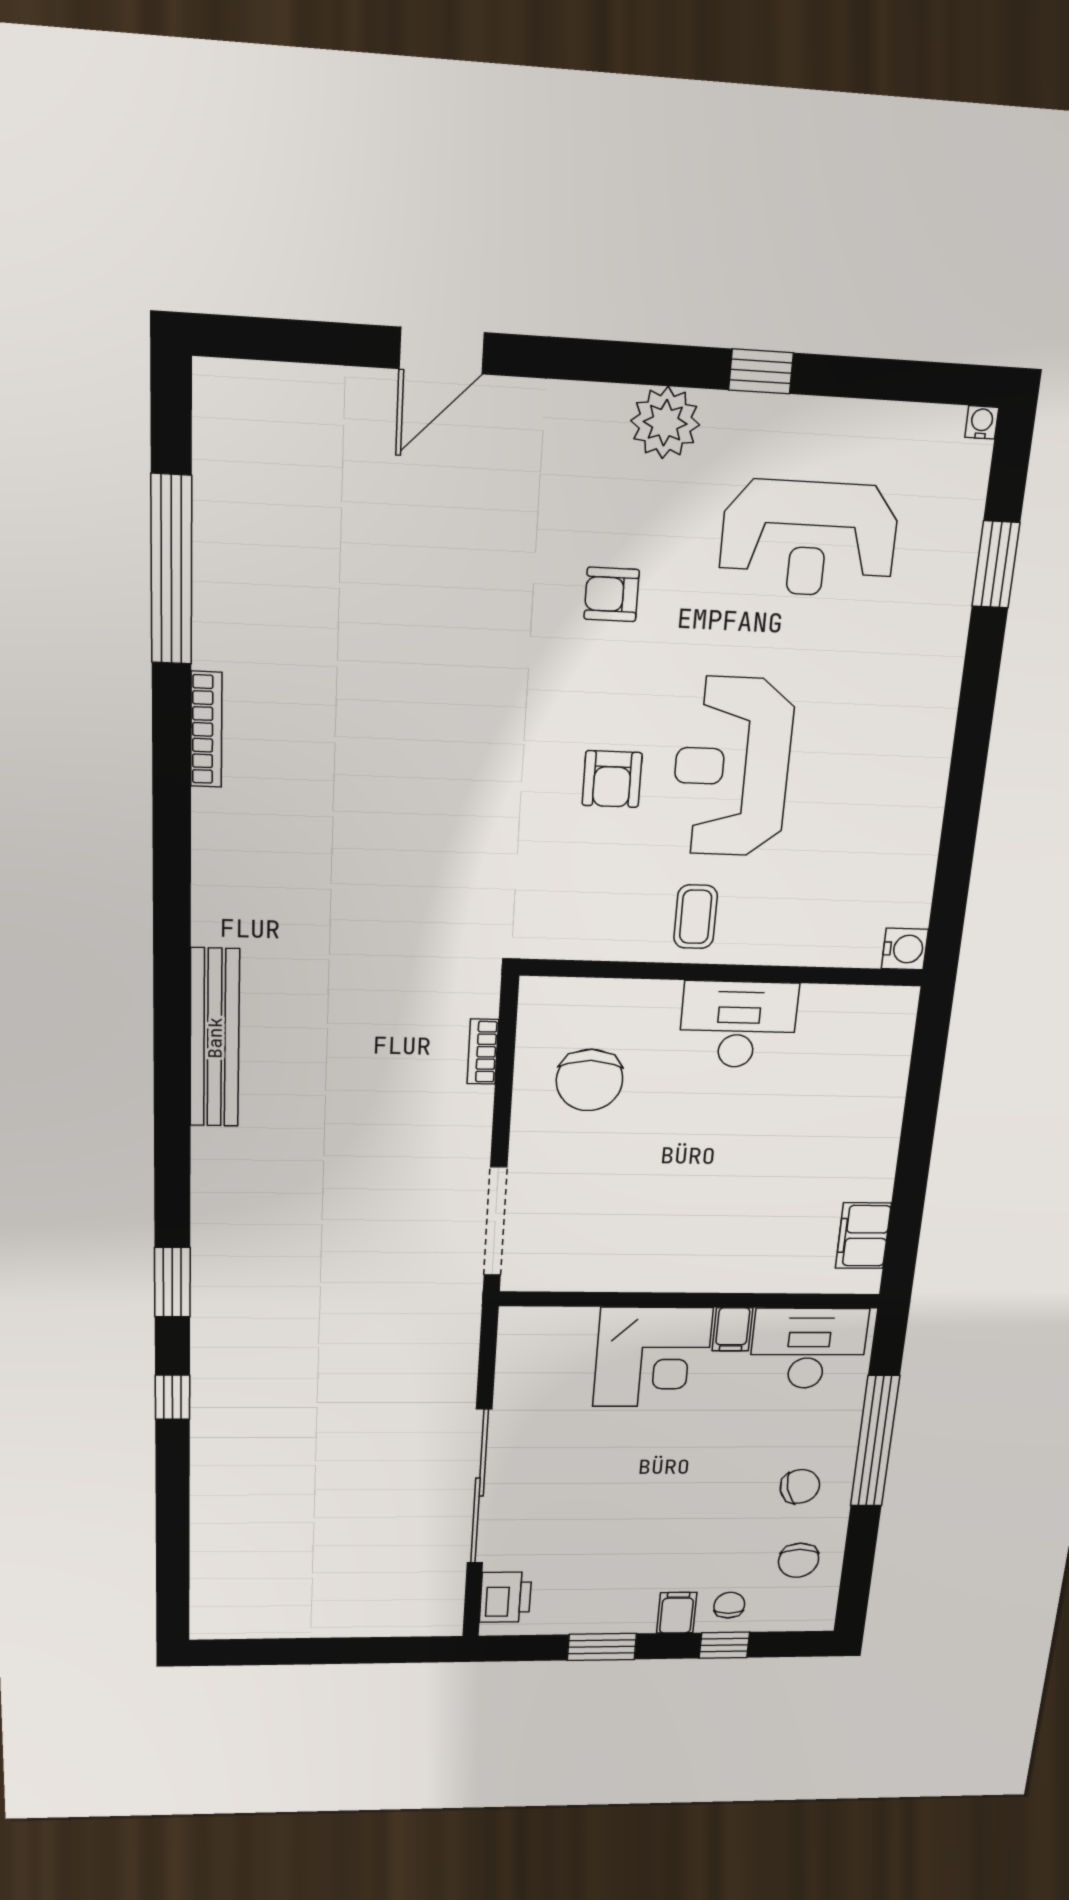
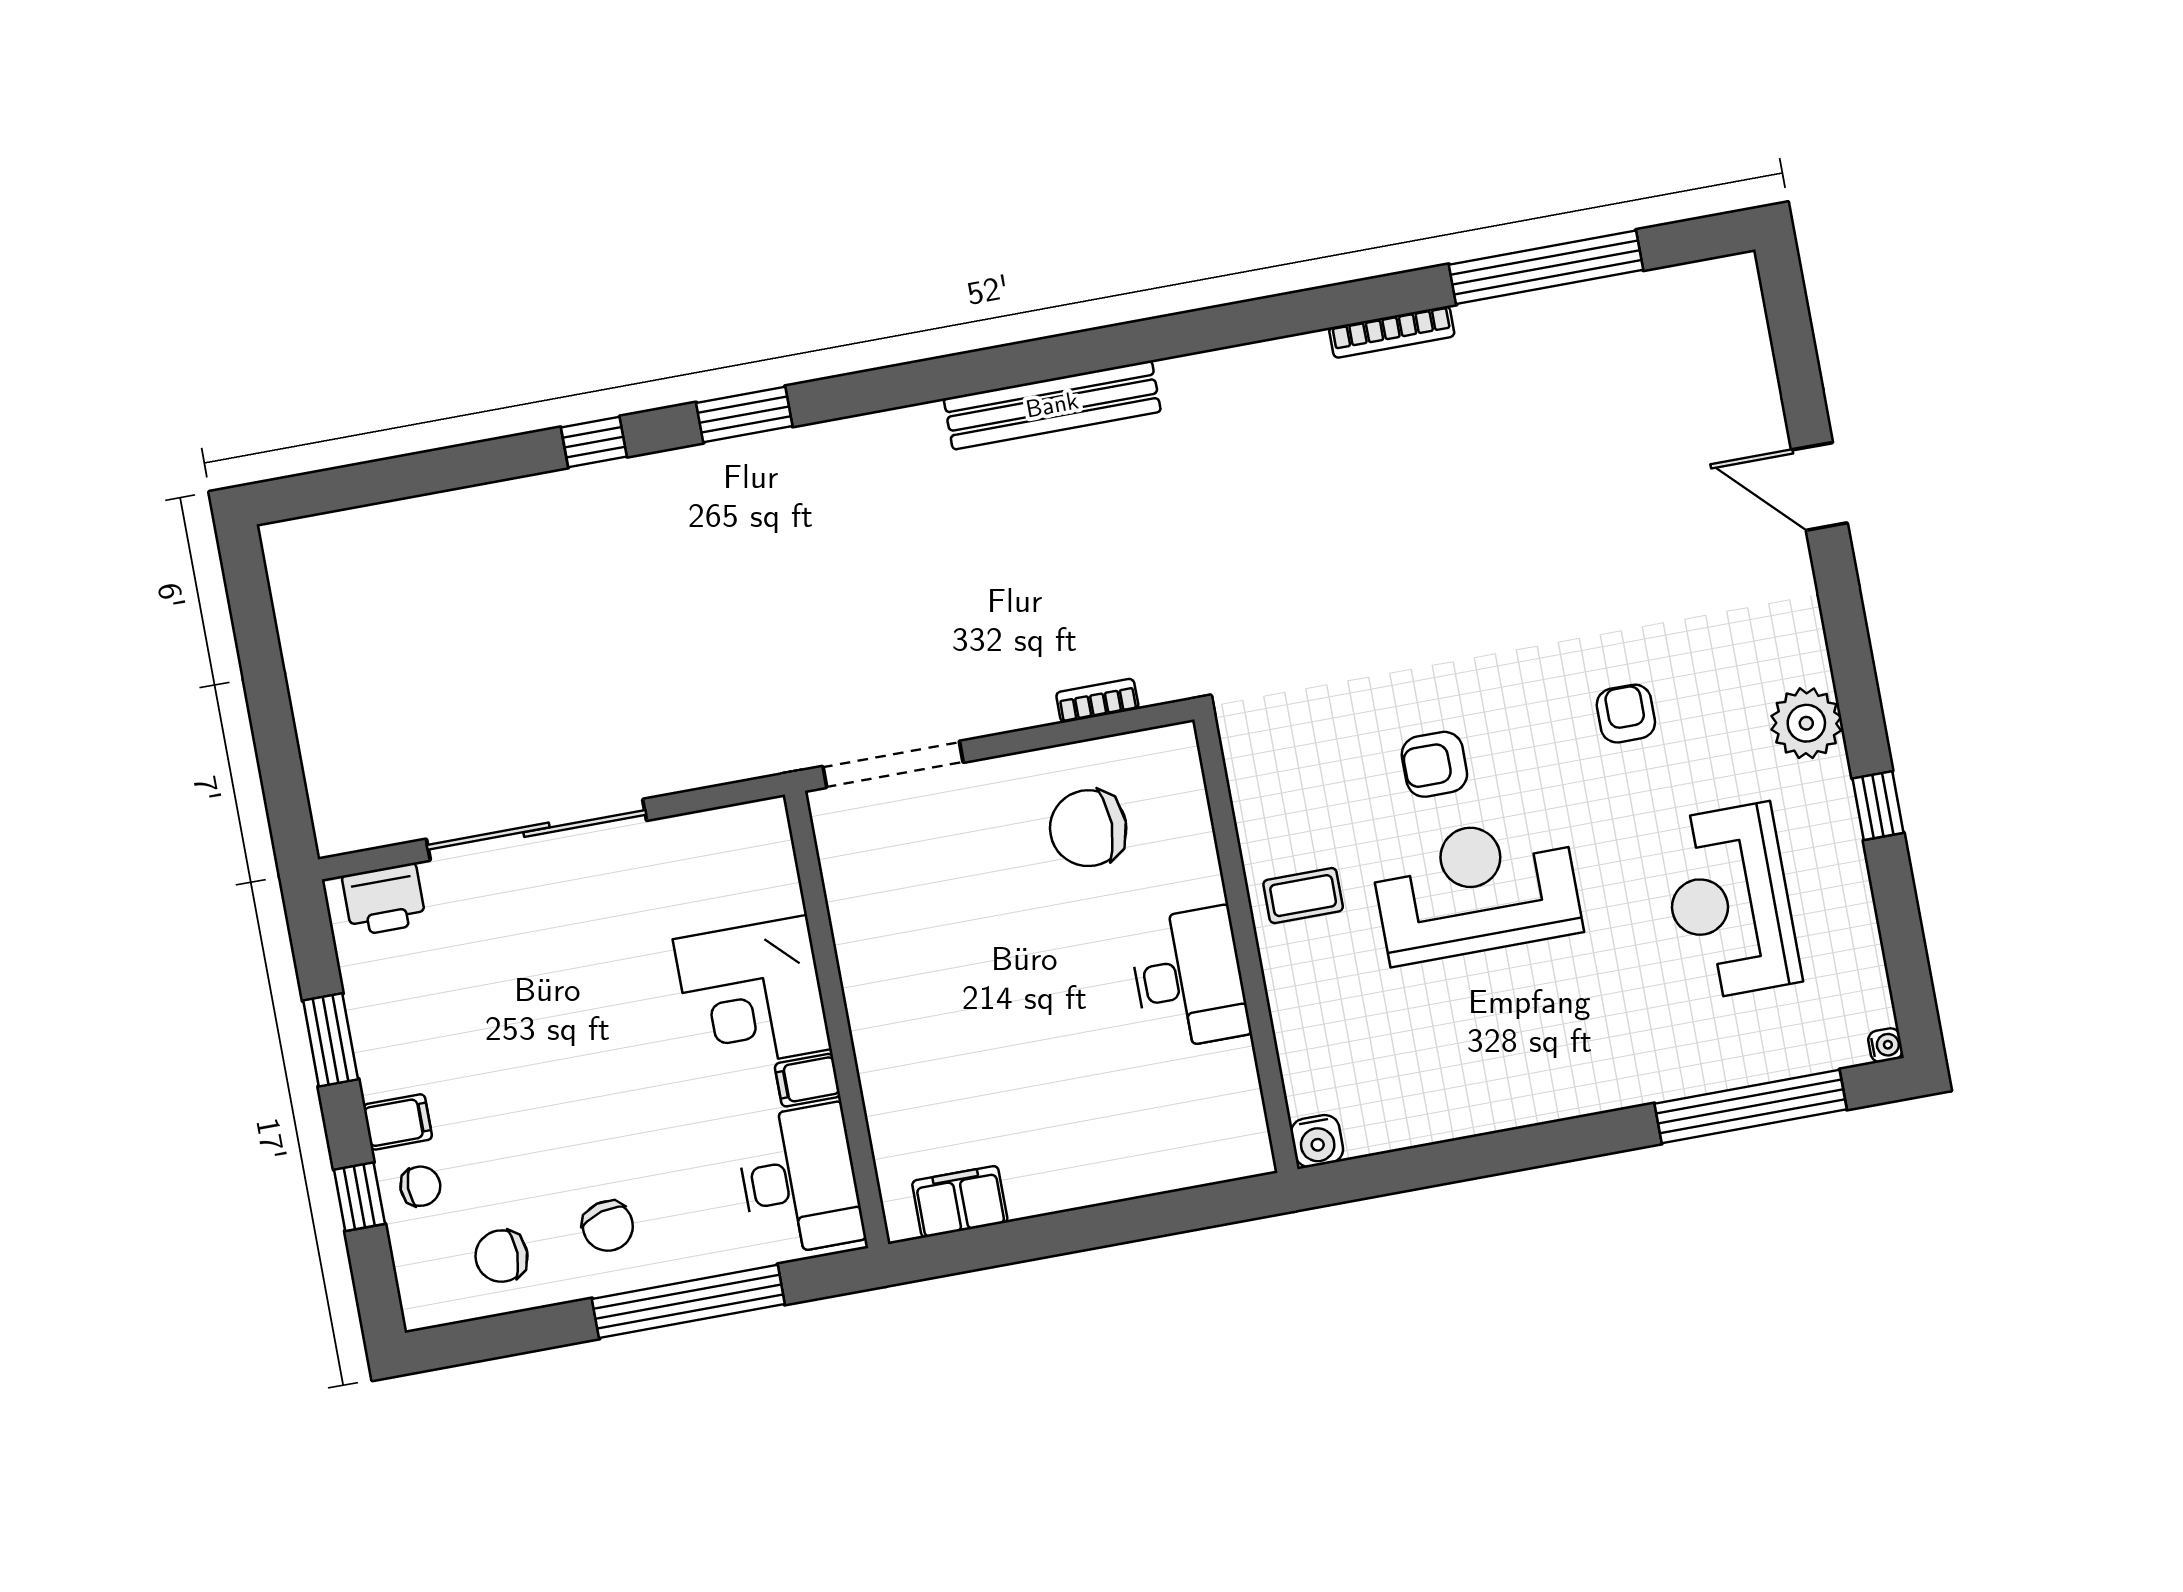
window: (996, 565) -> (1751, 1107), width x2.11

